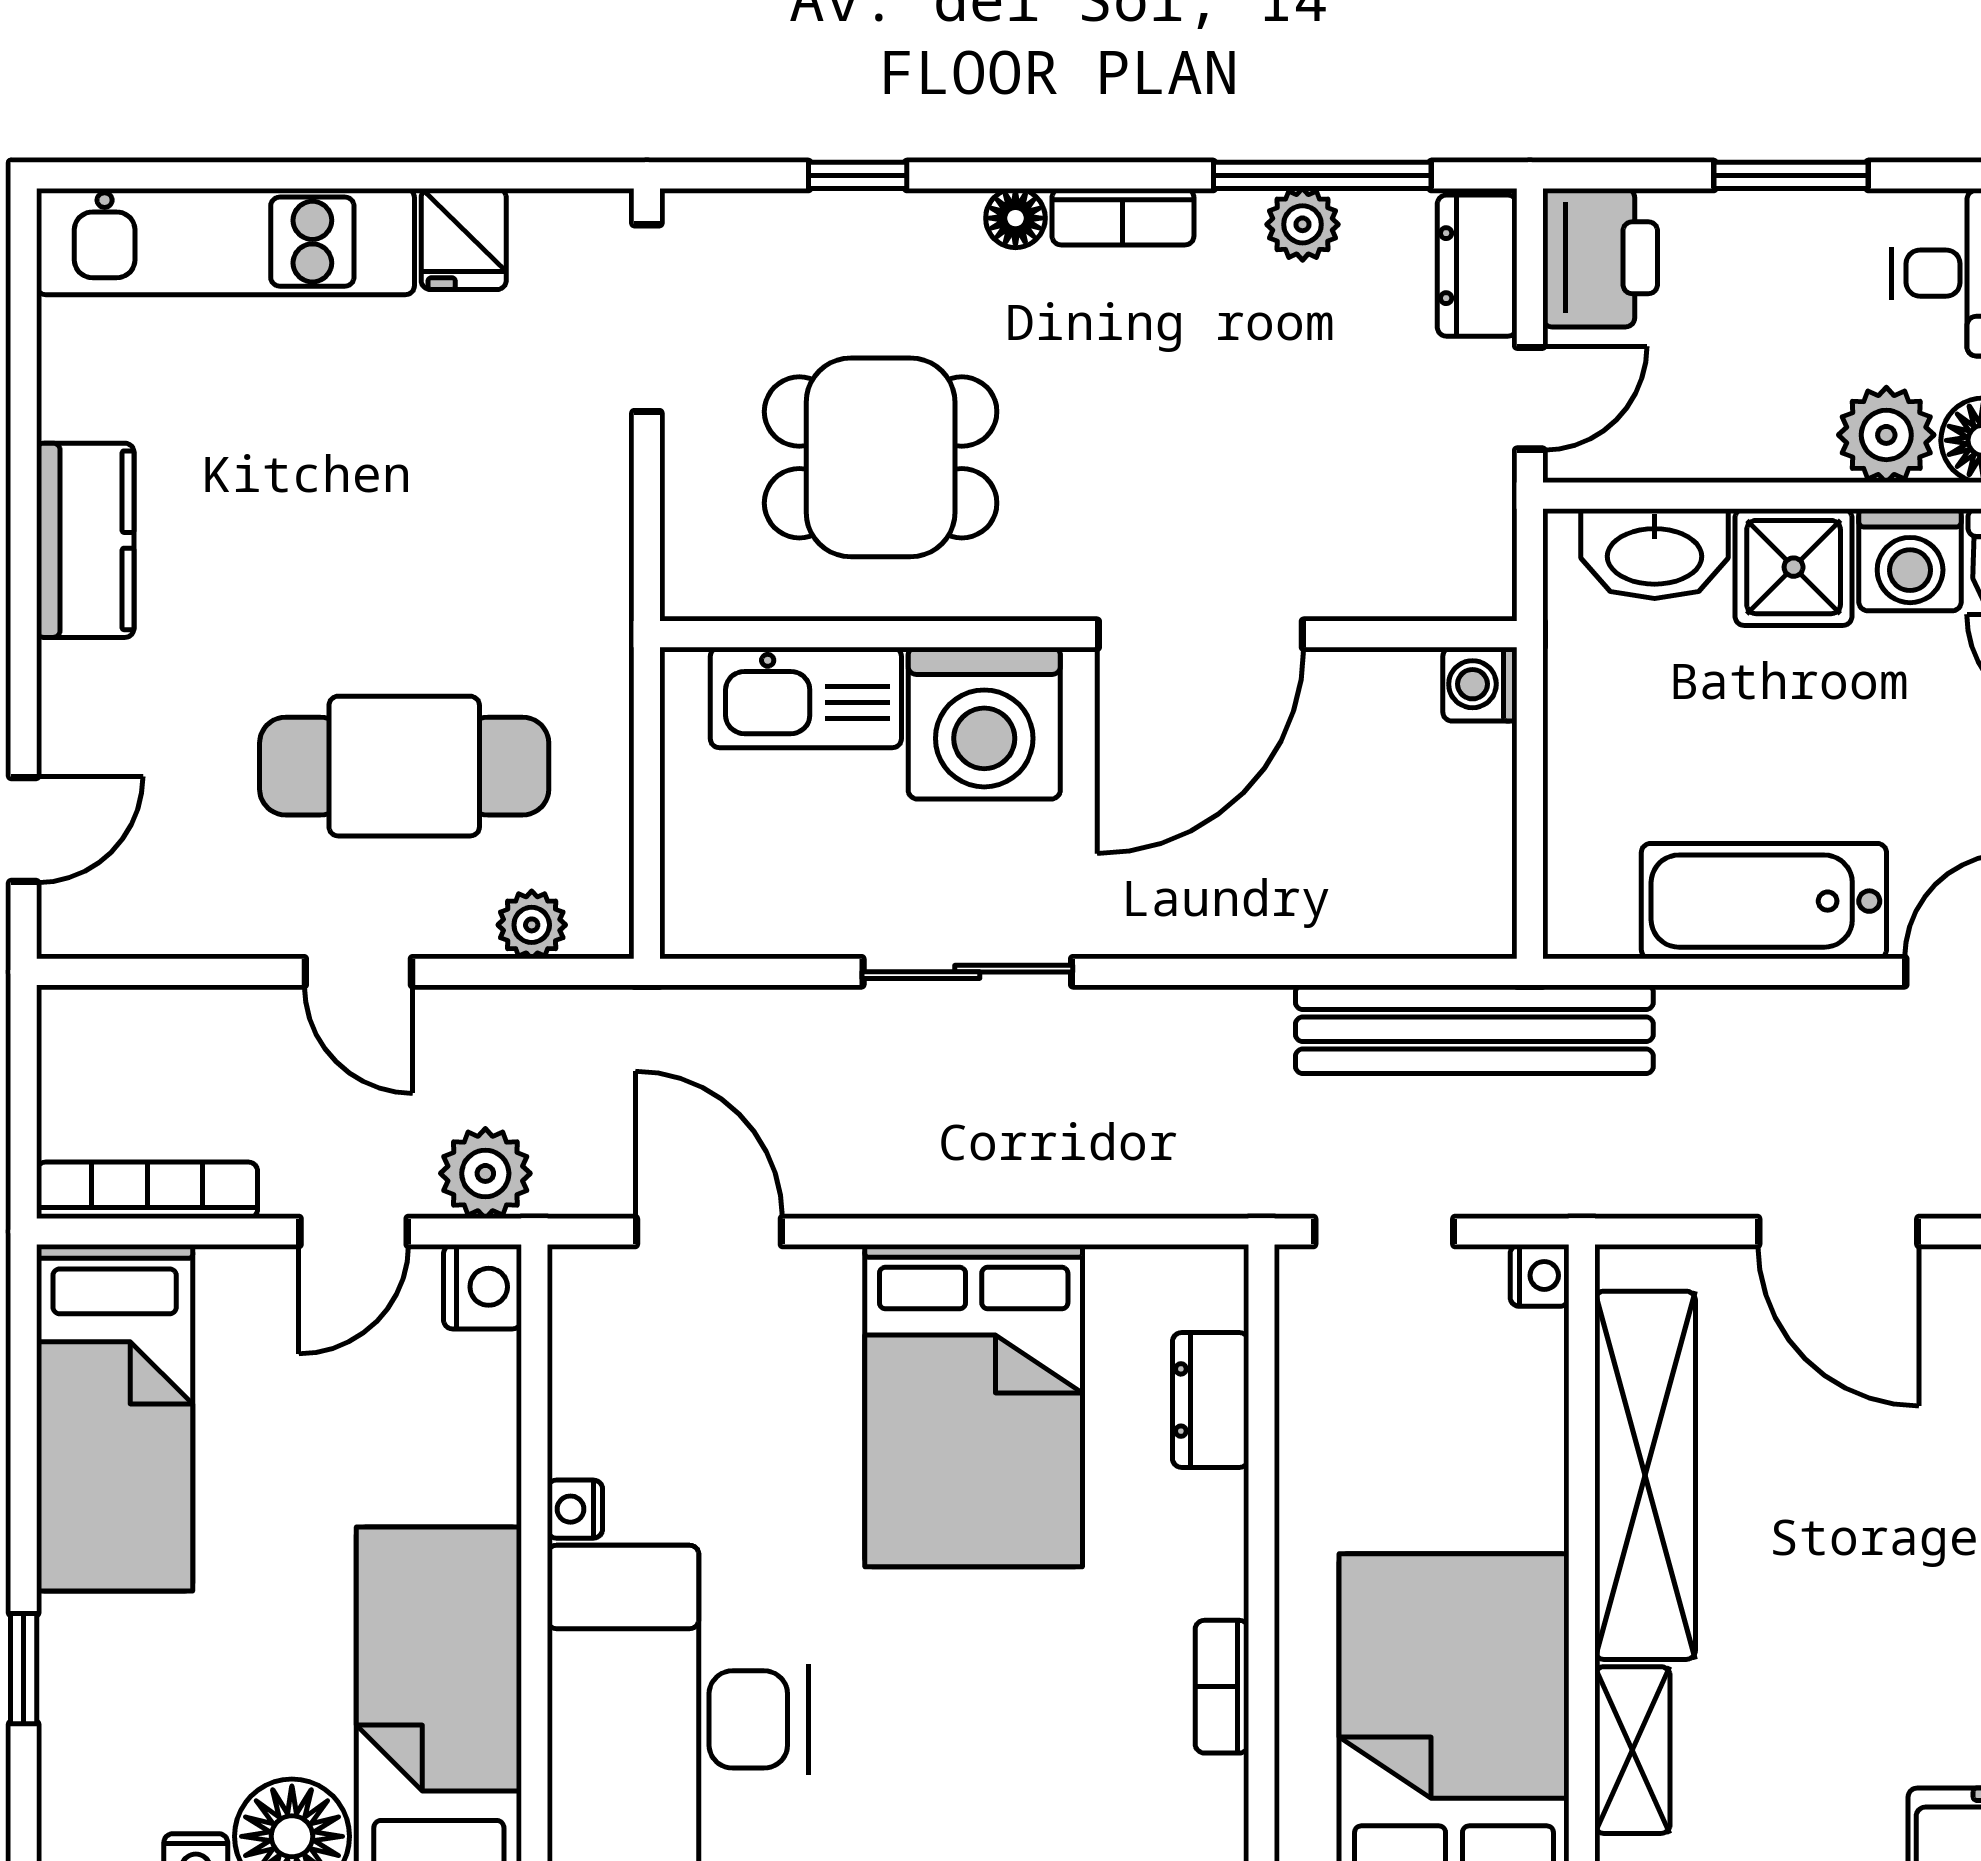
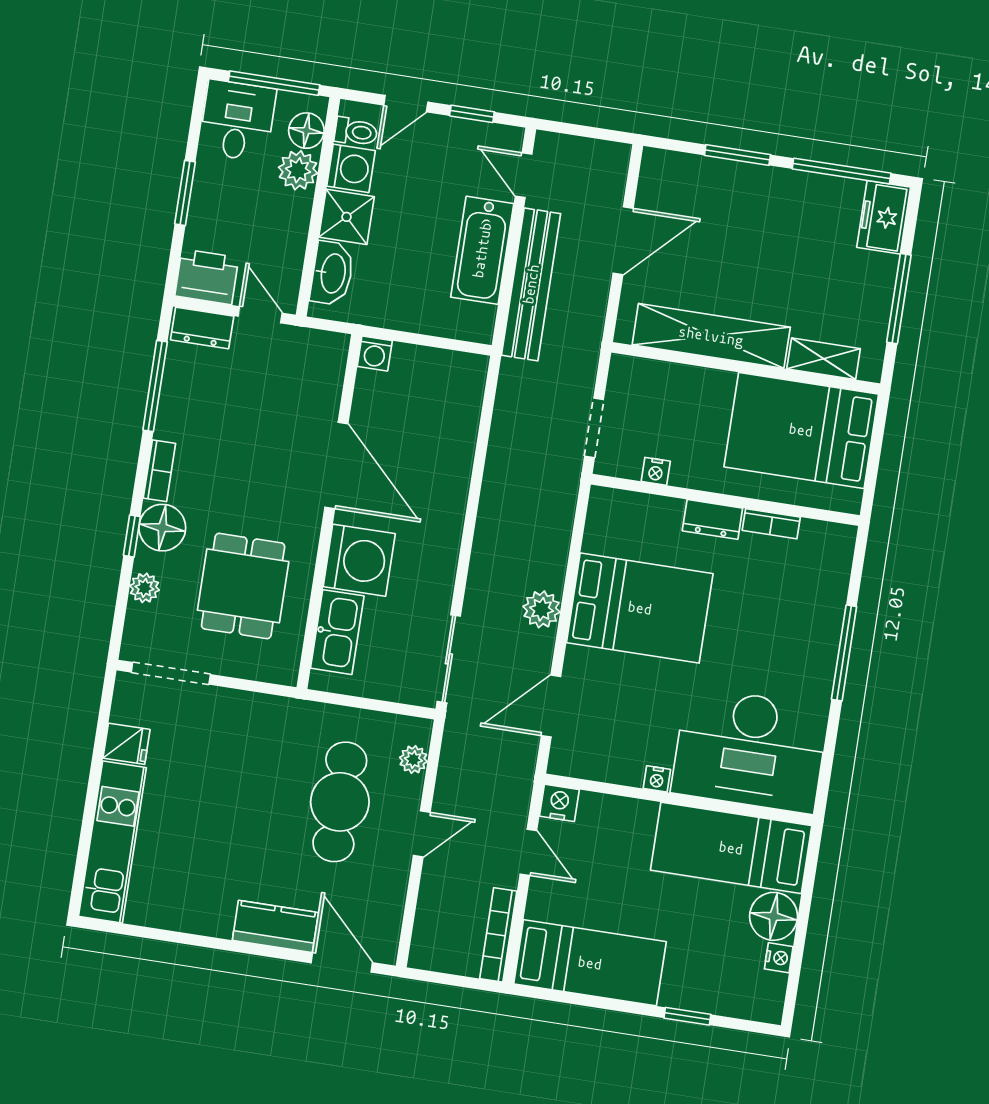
window: (858, 175) -> (132, 536), moved
floor lamp: (1015, 218) -> (162, 528), width x1.89, depth x1.89
plant: (1303, 224) -> (144, 588), moved
kitchen counter: (85, 540) -> (275, 926), moved
door: (24, 829) -> (342, 963), width x1.38
sliding door: (967, 972) -> (449, 659), moved
bench: (1474, 1029) -> (531, 284), moved
plant: (485, 1173) -> (542, 609), moved
nightstand: (1540, 1275) -> (656, 471), moved, turned 180
dresser: (1211, 1400) -> (712, 519), moved

